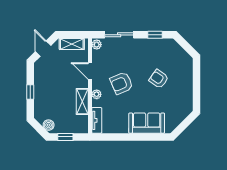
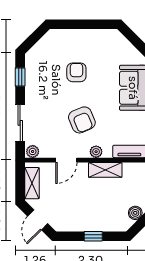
door: (43, 49) -> (38, 220), hinge flipped
armchair: (159, 79) -> (76, 72), turned 145

